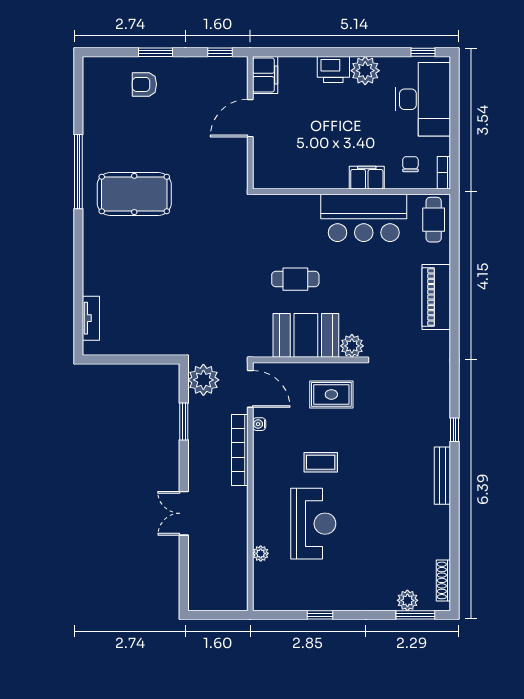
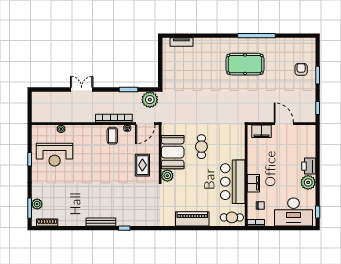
filing cabinet: (265, 75) -> (262, 131), moved
pool table: (134, 194) -> (245, 64), turned 90
coffee table: (321, 462) -> (112, 136), moved
reception desk: (313, 524) -> (55, 155), moved

